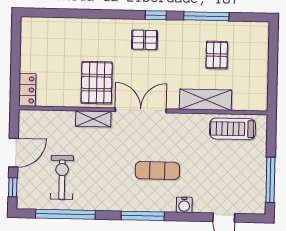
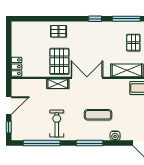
pallet: (144, 40) -> (58, 31), moved
exercise bike: (62, 177) -> (57, 123), moved

